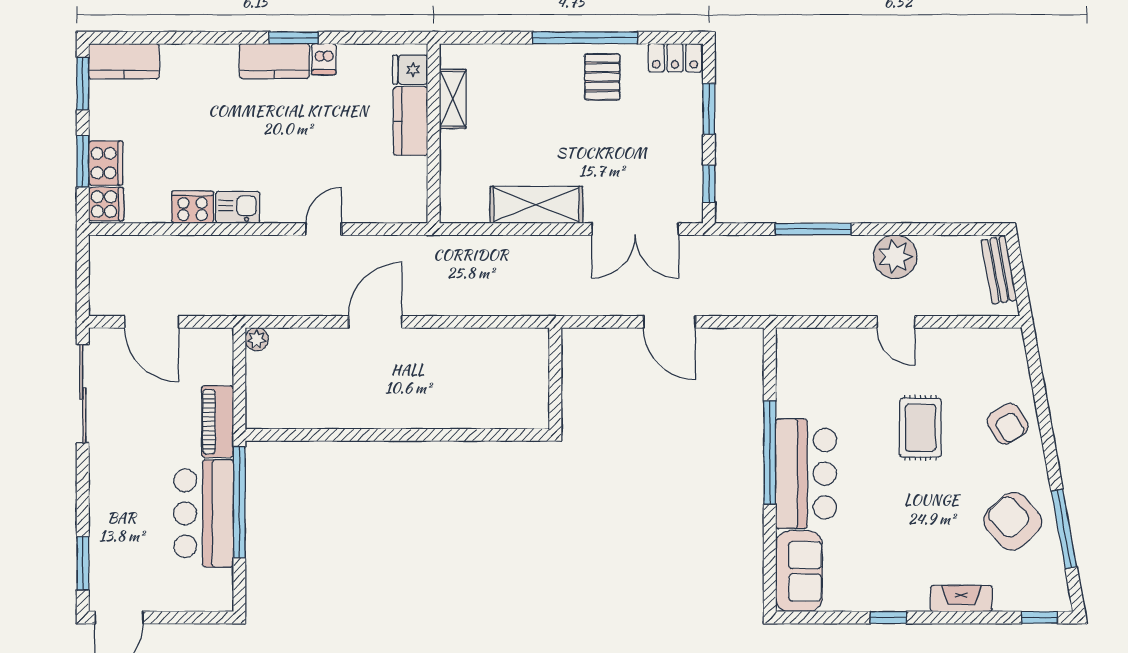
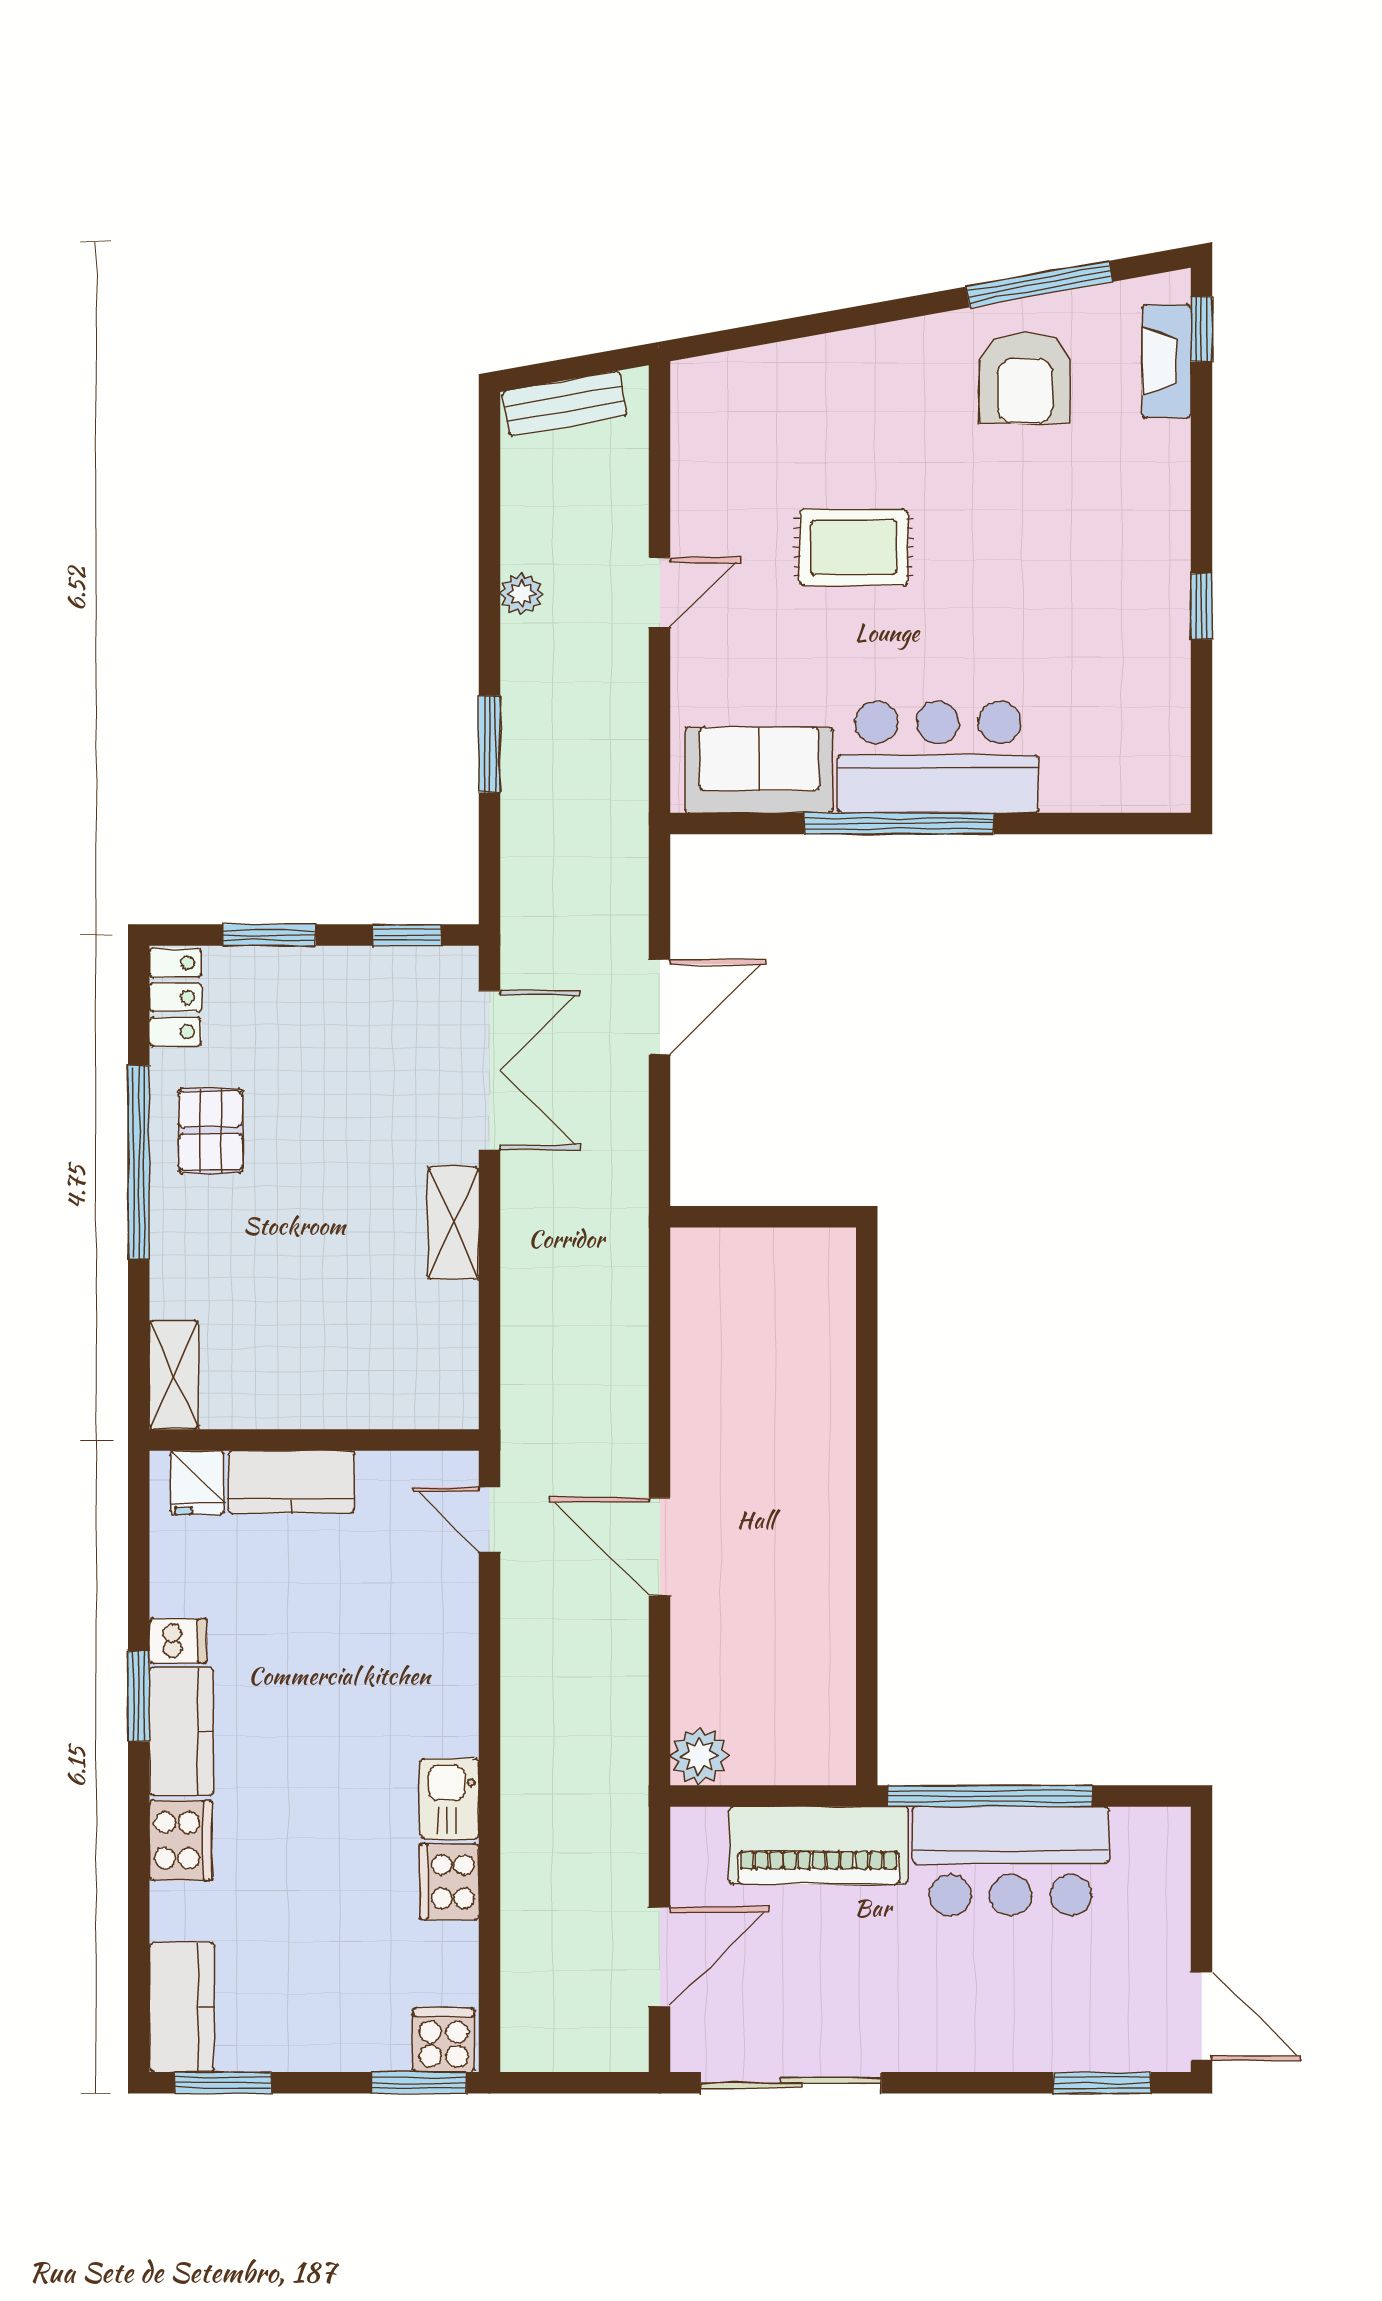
pallet: (602, 77) -> (211, 1131), turned 90
shelving: (453, 99) -> (174, 1375), moved, turned 90
window: (83, 161) -> (419, 2083), moved
cooker: (106, 163) -> (181, 1840), moved, turned 90
shelving: (536, 205) -> (453, 1223), width x0.67, depth x0.75
door: (324, 229) -> (489, 1520), moved
window: (813, 229) -> (489, 744), width x0.69
plant: (895, 257) -> (521, 594), width x0.53, depth x0.53
plant: (257, 339) -> (699, 1756), width x1.38, depth x1.38
piano: (218, 422) -> (819, 1845), width x1.37, depth x1.33
armchair: (1008, 424) -> (847, 387), removed
armchair: (1013, 521) -> (1025, 378), turned -47
sofa: (799, 571) -> (759, 770), moved
fireplace: (961, 598) -> (1167, 361), moved

